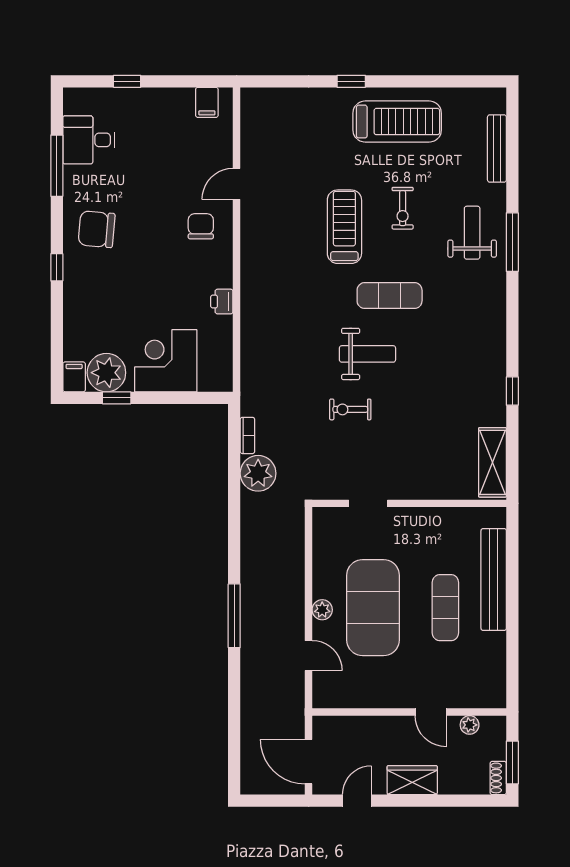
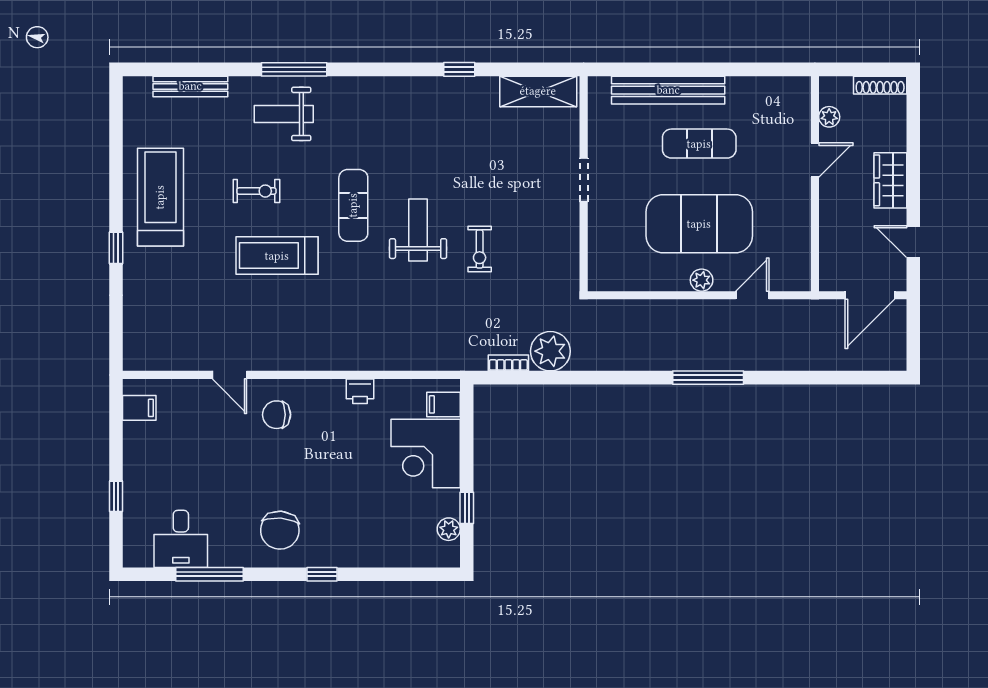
plant: (106, 373) -> (449, 529), width x0.53, depth x0.53
filing cabinet: (74, 377) -> (443, 404), moved
doorway: (368, 503) -> (584, 180), moved
window: (512, 762) -> (871, 69), removed
shoe rack: (498, 778) -> (880, 85), width x1.43

